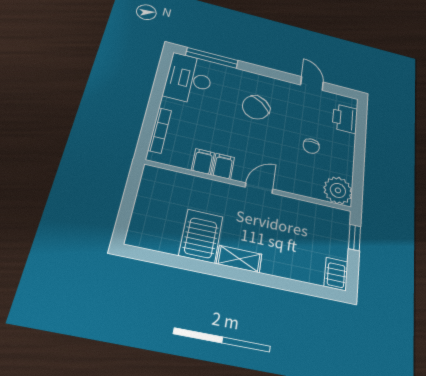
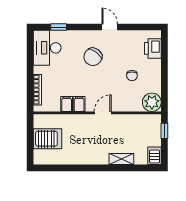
window: (212, 58) -> (59, 27), width x0.46
door: (312, 83) -> (110, 27), moved
server rack: (201, 236) -> (48, 139), moved, turned 90
shelving: (239, 259) -> (121, 159), moved

